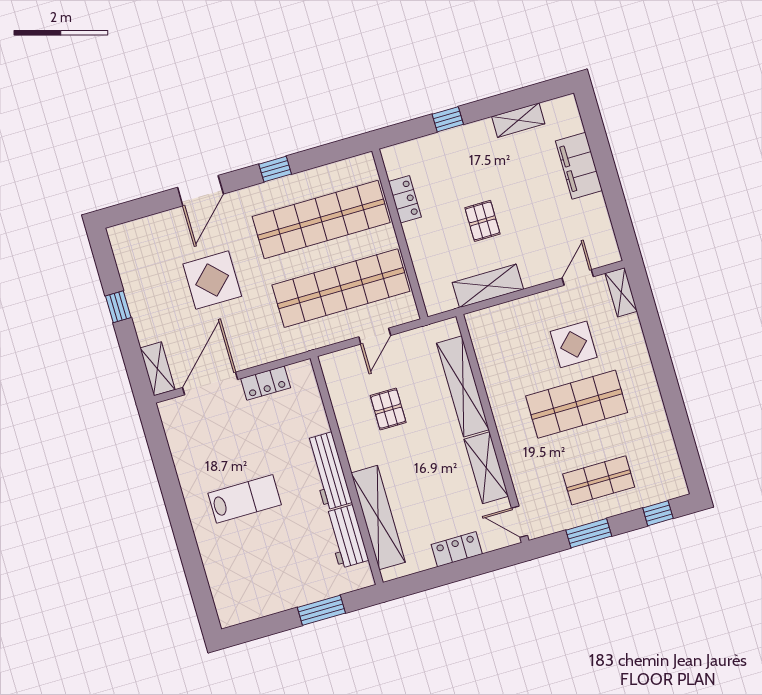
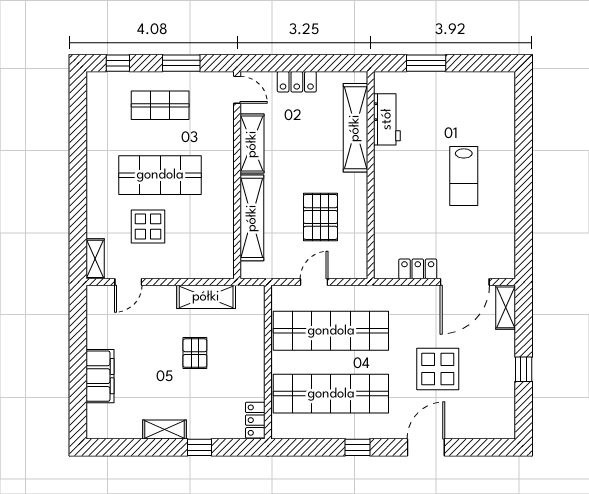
shelving: (518, 120) -> (164, 429), moved
locker: (405, 199) -> (255, 420), moved
pallet: (388, 409) -> (320, 217), width x1.50, depth x1.42
workbench: (329, 471) -> (386, 179), removed
lab bench: (245, 499) -> (464, 176), turned -90

